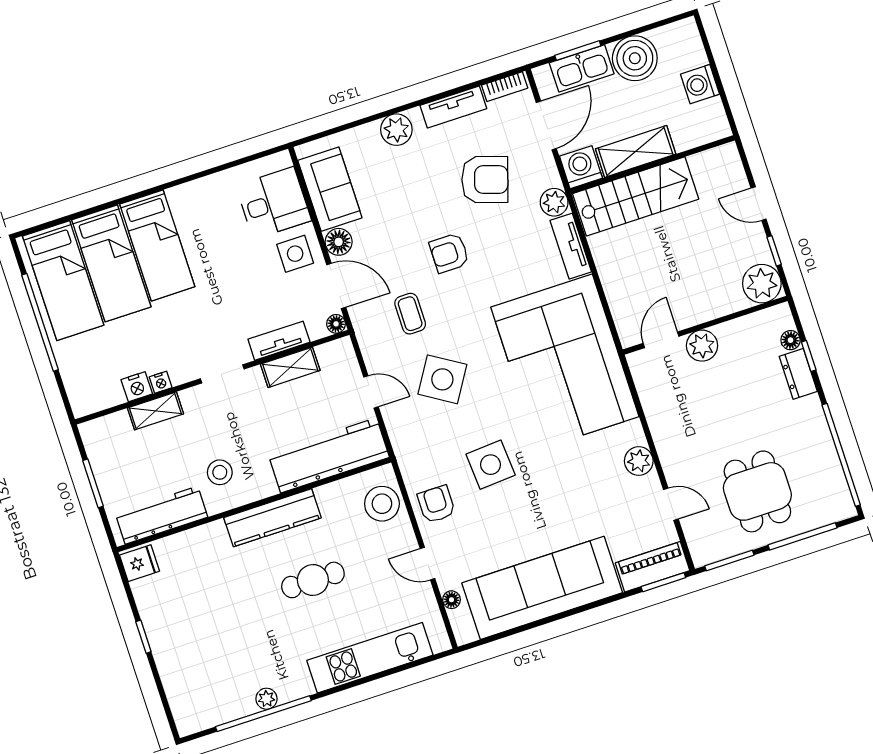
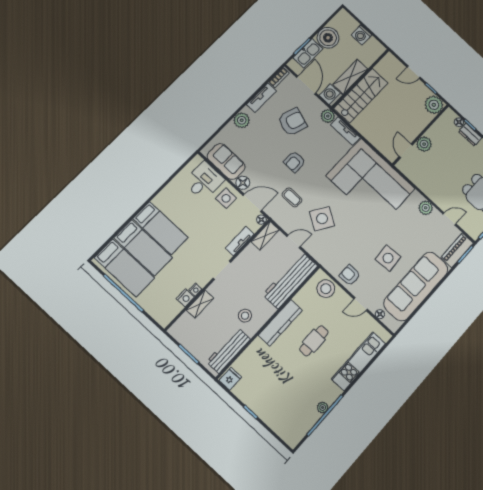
shelving: (290, 367) -> (265, 236), moved
side table: (491, 465) -> (388, 258), moved

